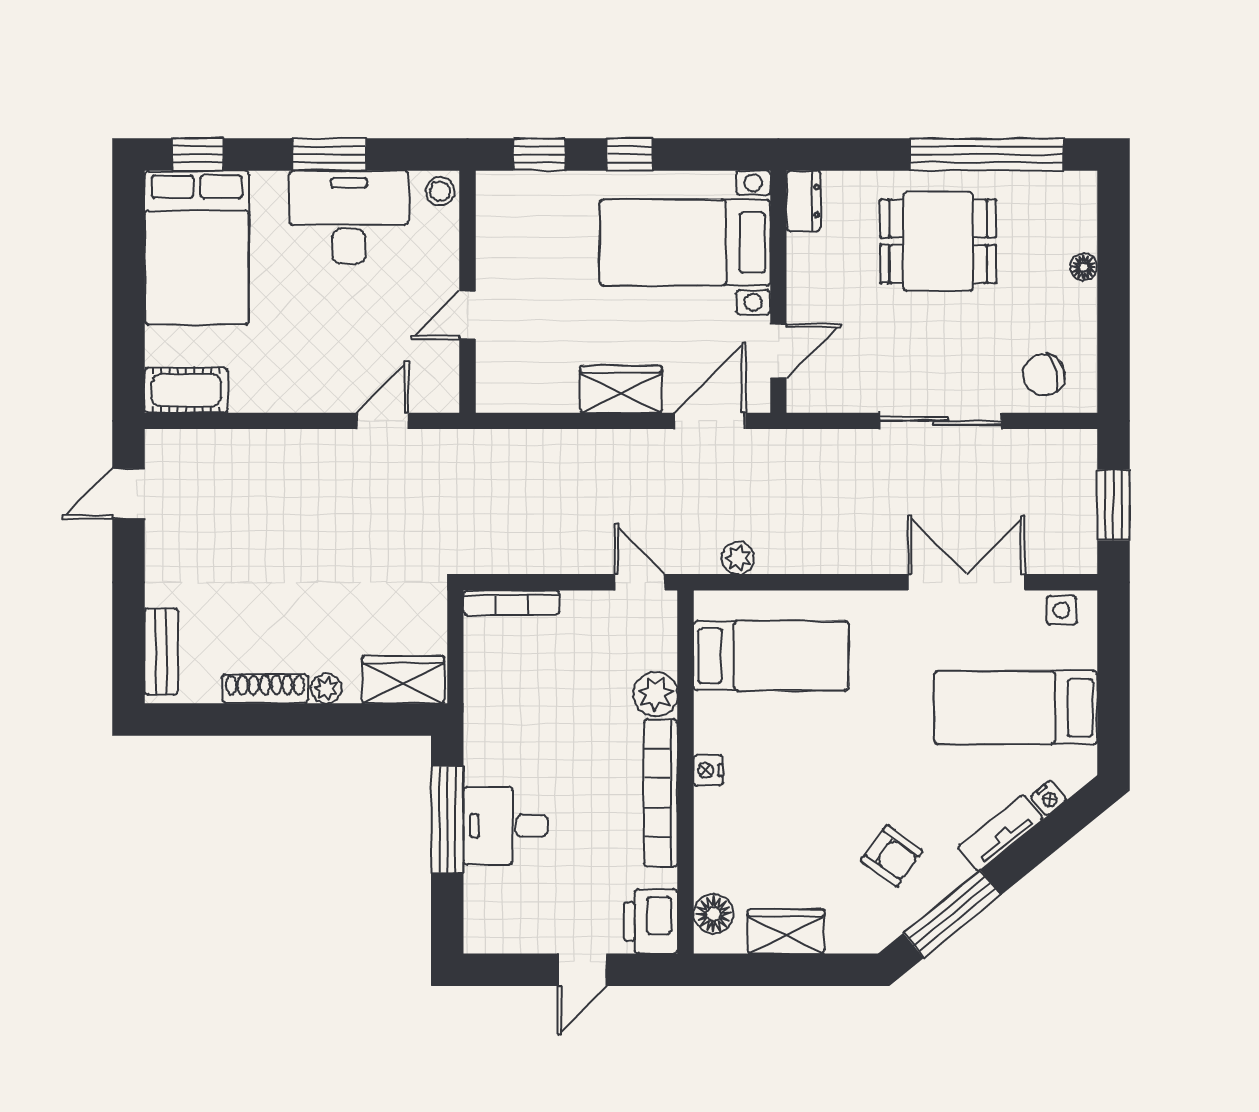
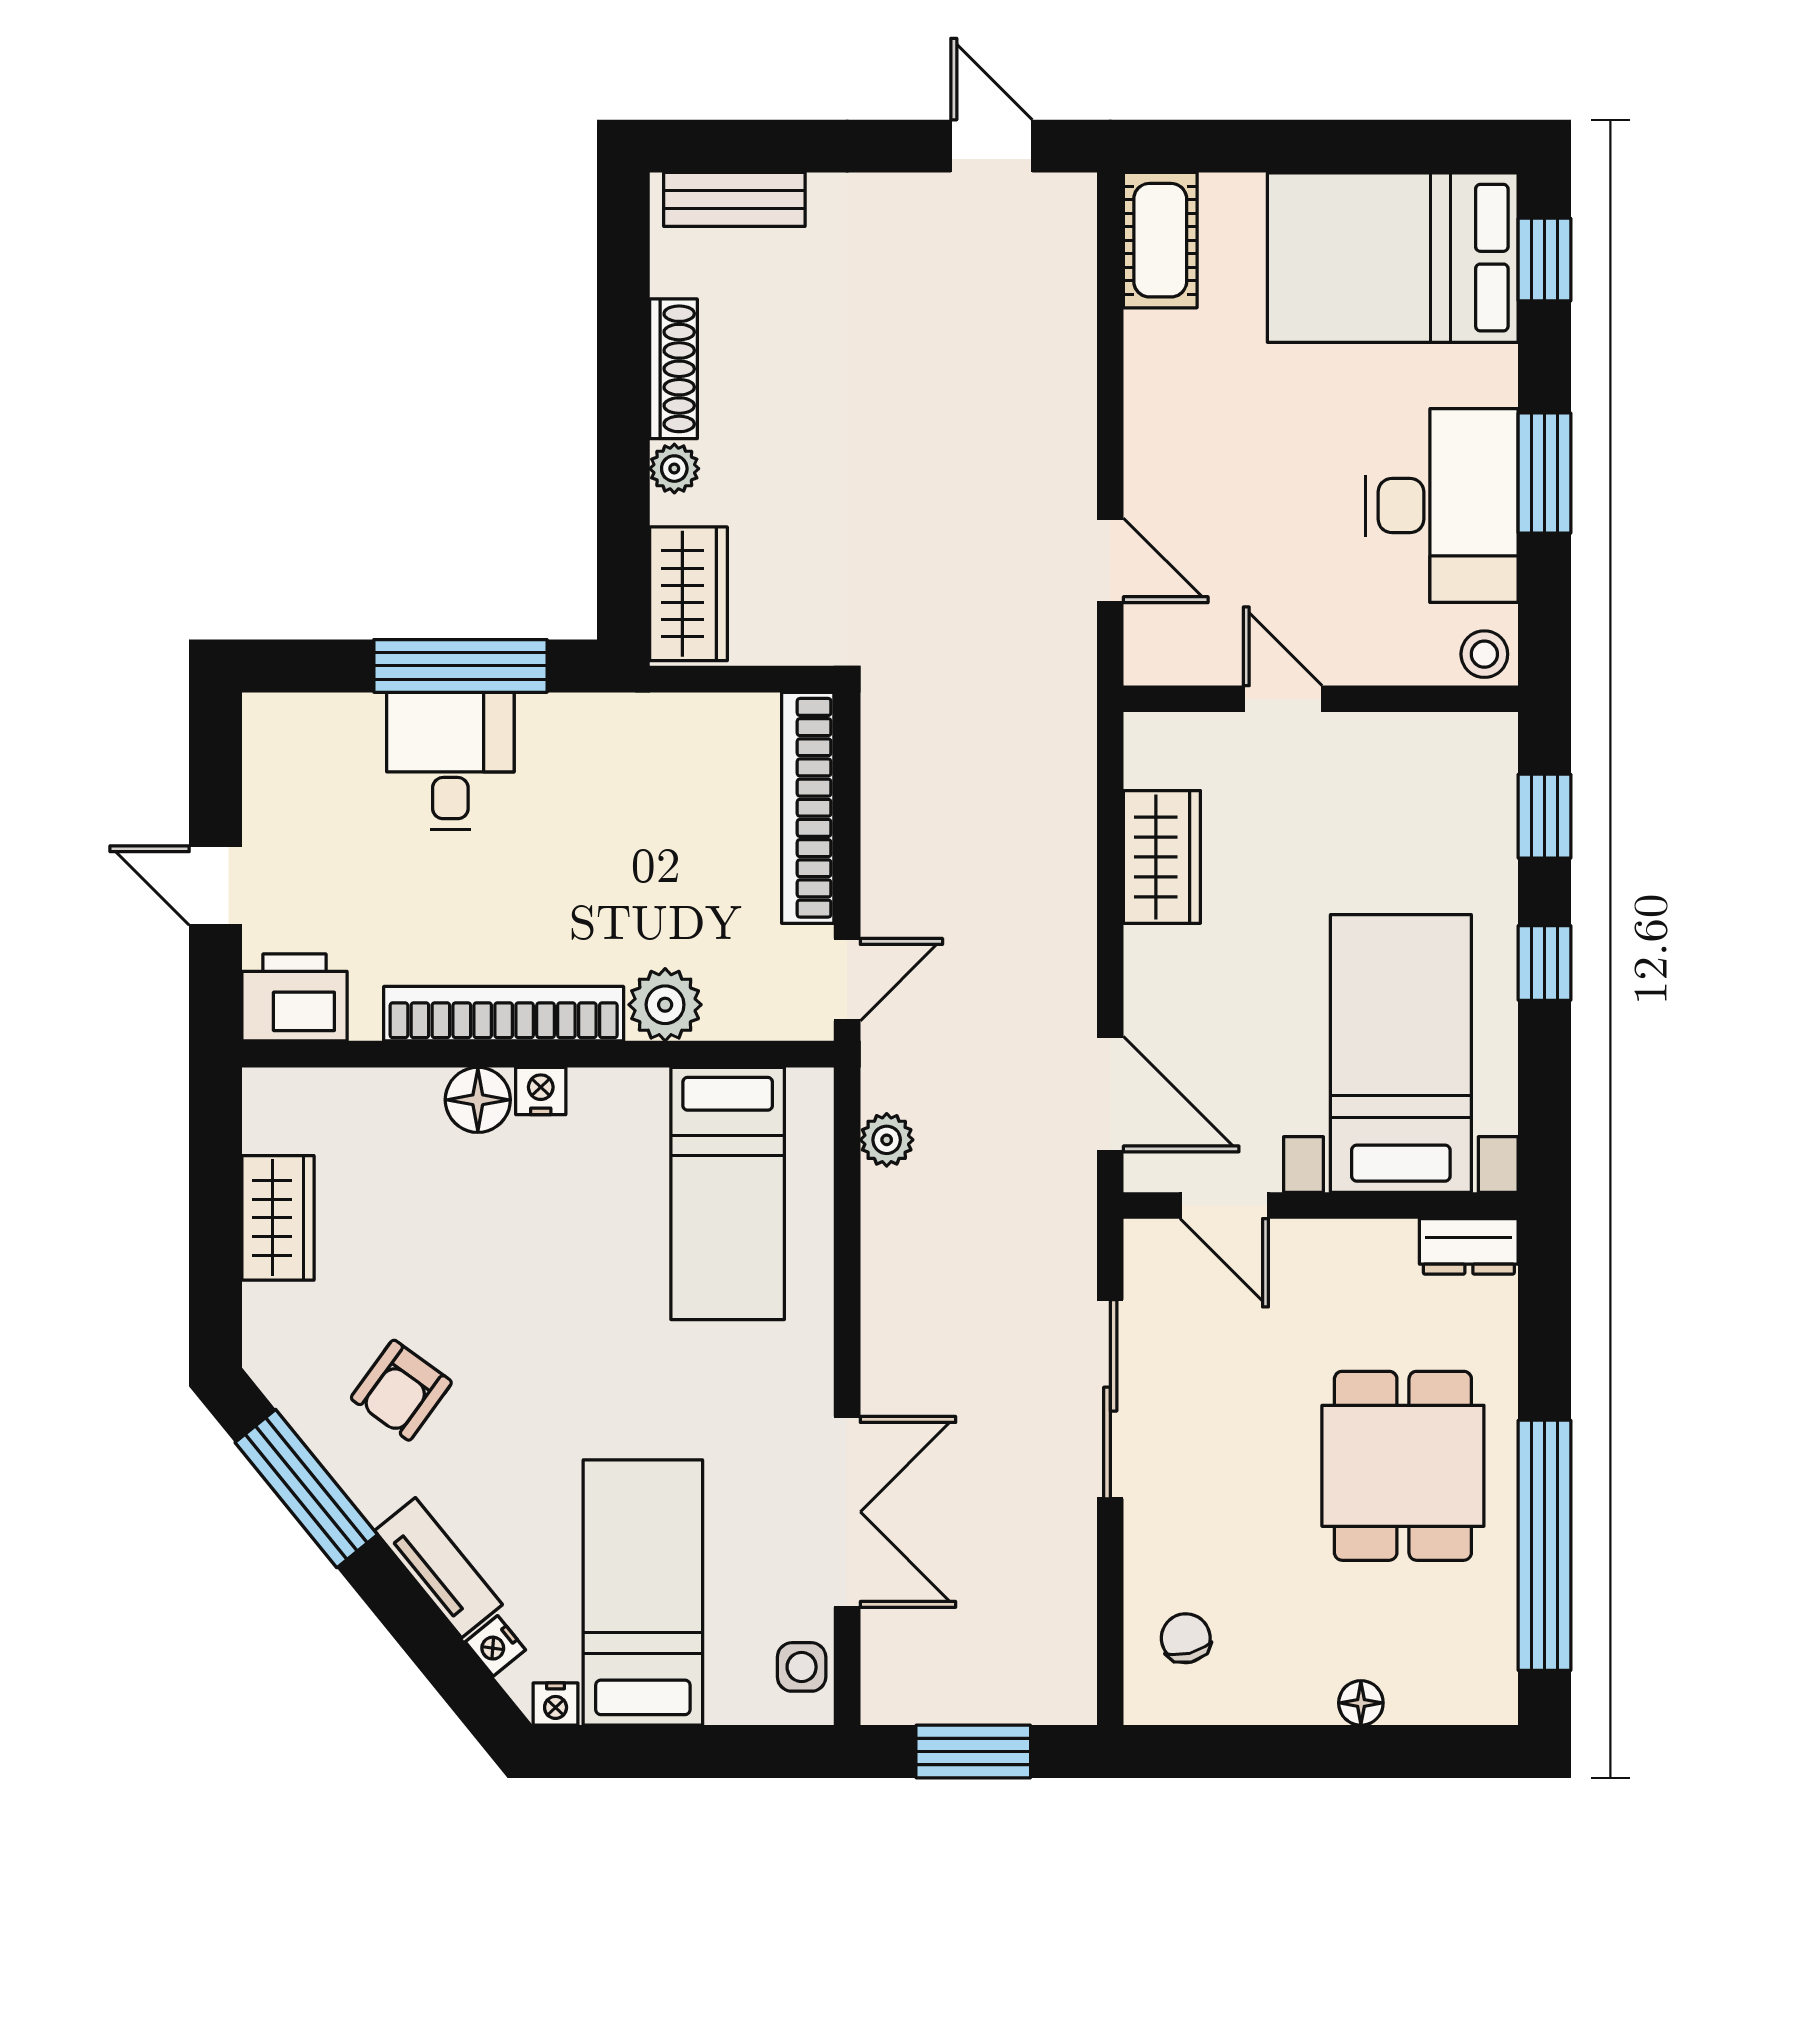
chair: (1044, 375) -> (1186, 1638), width x0.73, depth x0.73
wardrobe: (621, 389) -> (1162, 857), moved
sliding door: (941, 421) -> (1110, 1399), moved
bookcase: (511, 603) -> (808, 808), width x1.48, depth x1.31
nightstand: (1084, 761) -> (556, 1704), added
floor lamp: (714, 914) -> (478, 1100), moved

